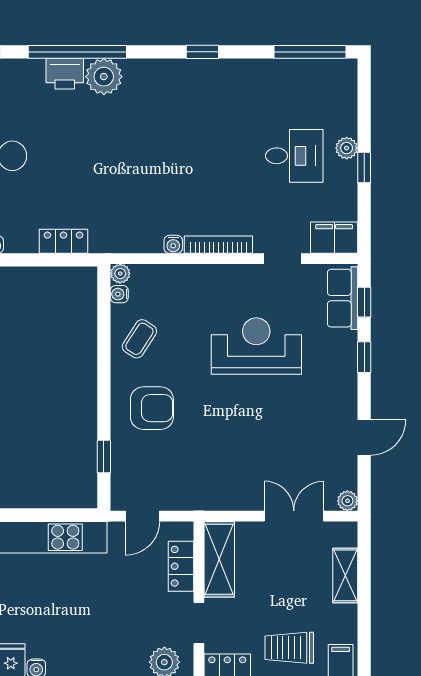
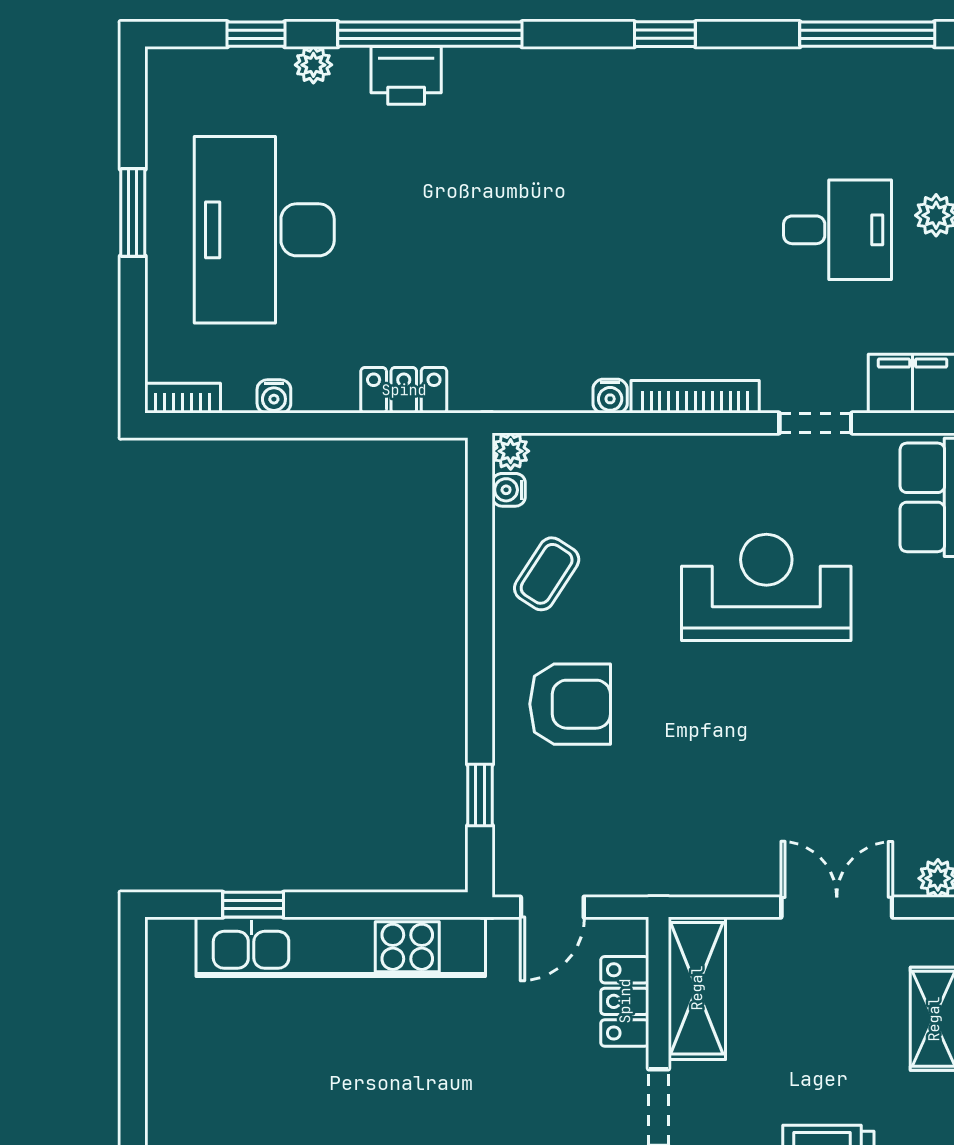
plant: (104, 77) -> (313, 65), moved, width x0.53, depth x0.53

